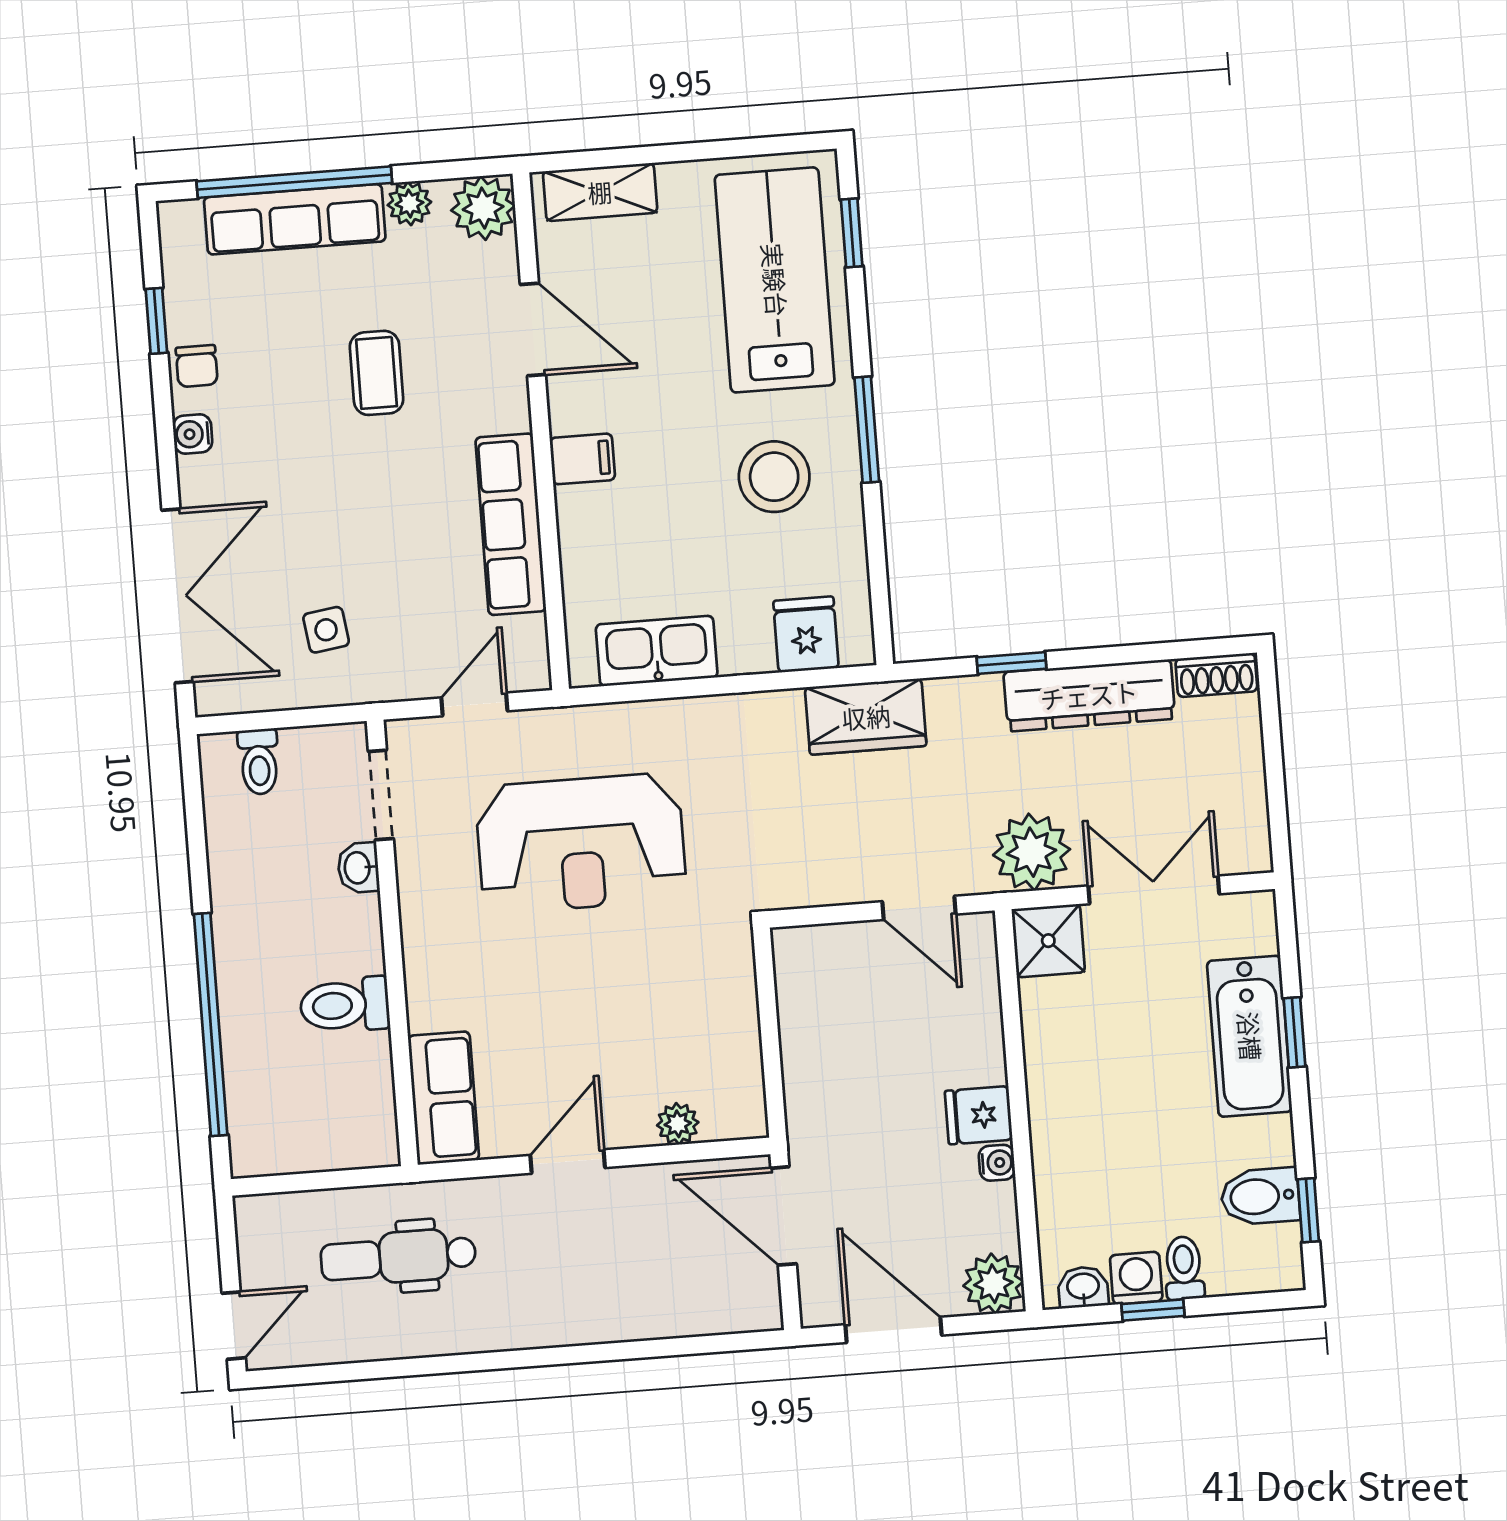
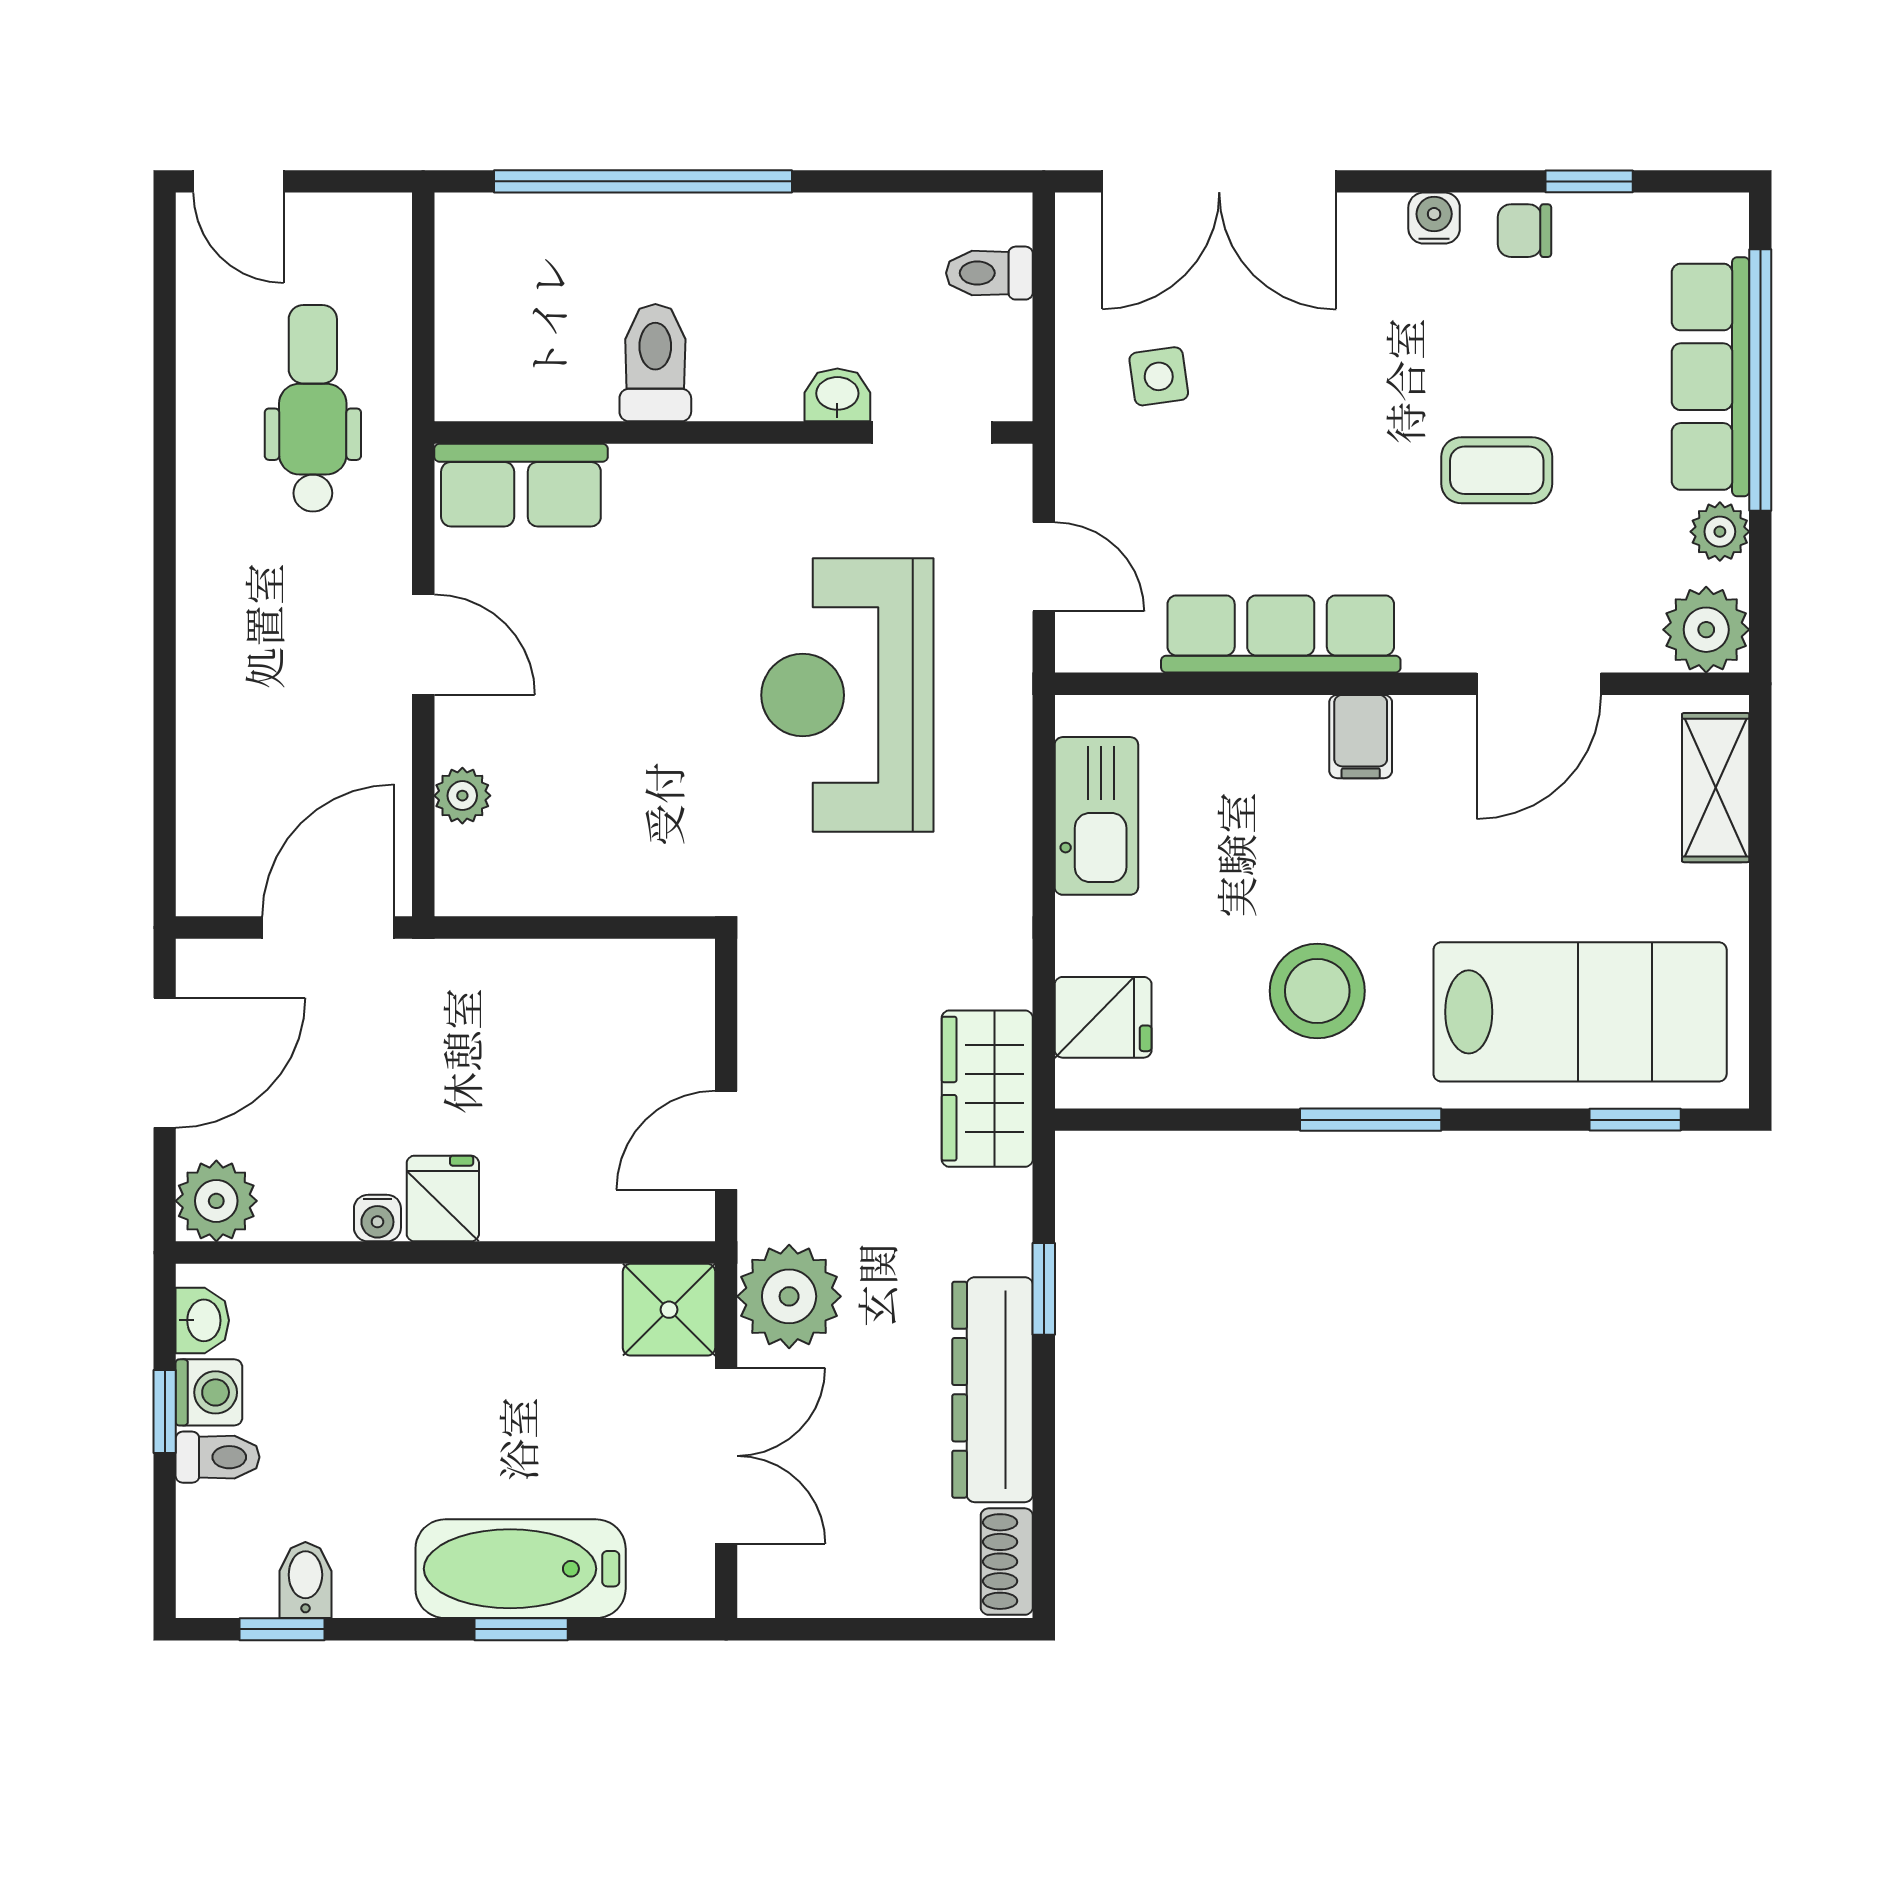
bidet: (1260, 1196) -> (305, 1580), width x0.72, depth x0.74

